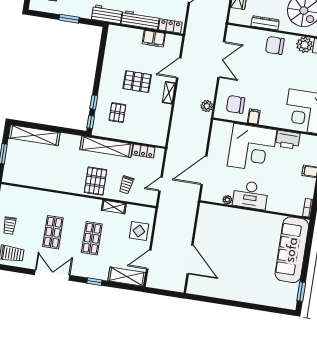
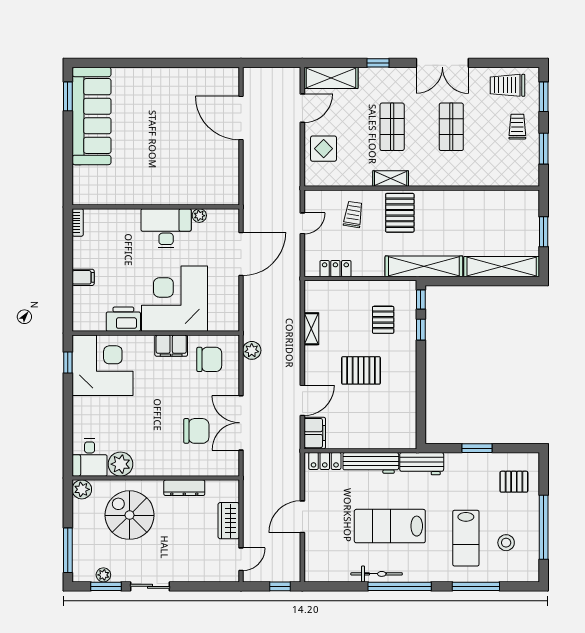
filing cabinet: (154, 39) -> (315, 433), moved, turned 90
chair: (275, 45) -> (196, 431), moved
shelving: (169, 93) -> (311, 329), moved
filing cabinet: (254, 117) -> (171, 346), width x2.00
shelving: (106, 147) -> (424, 266), moved
shelving: (114, 207) -> (391, 179), moved
sofa: (292, 250) -> (92, 116), moved

